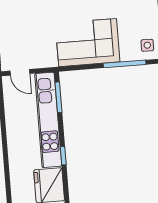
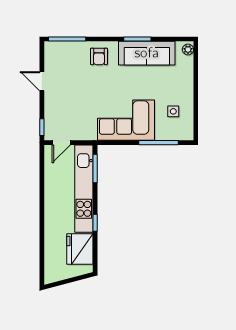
side table: (147, 45) -> (173, 111), moved
door: (20, 72) -> (61, 143), hinge flipped

